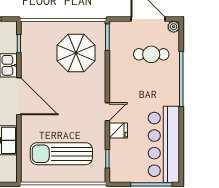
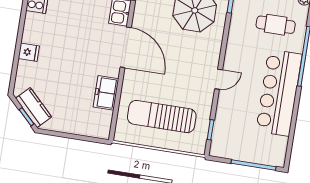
fridge: (118, 130) -> (227, 101), removed
bar counter: (164, 144) -> (279, 93), moved

